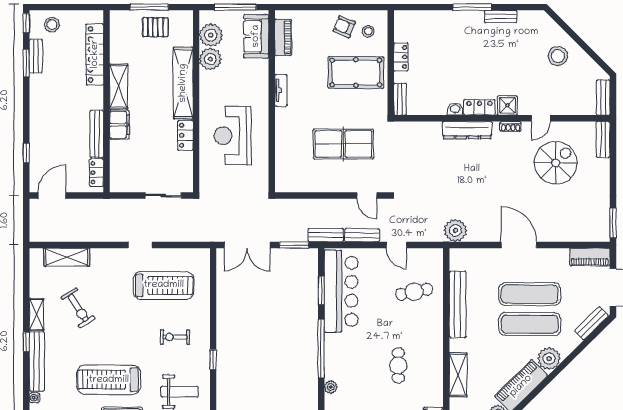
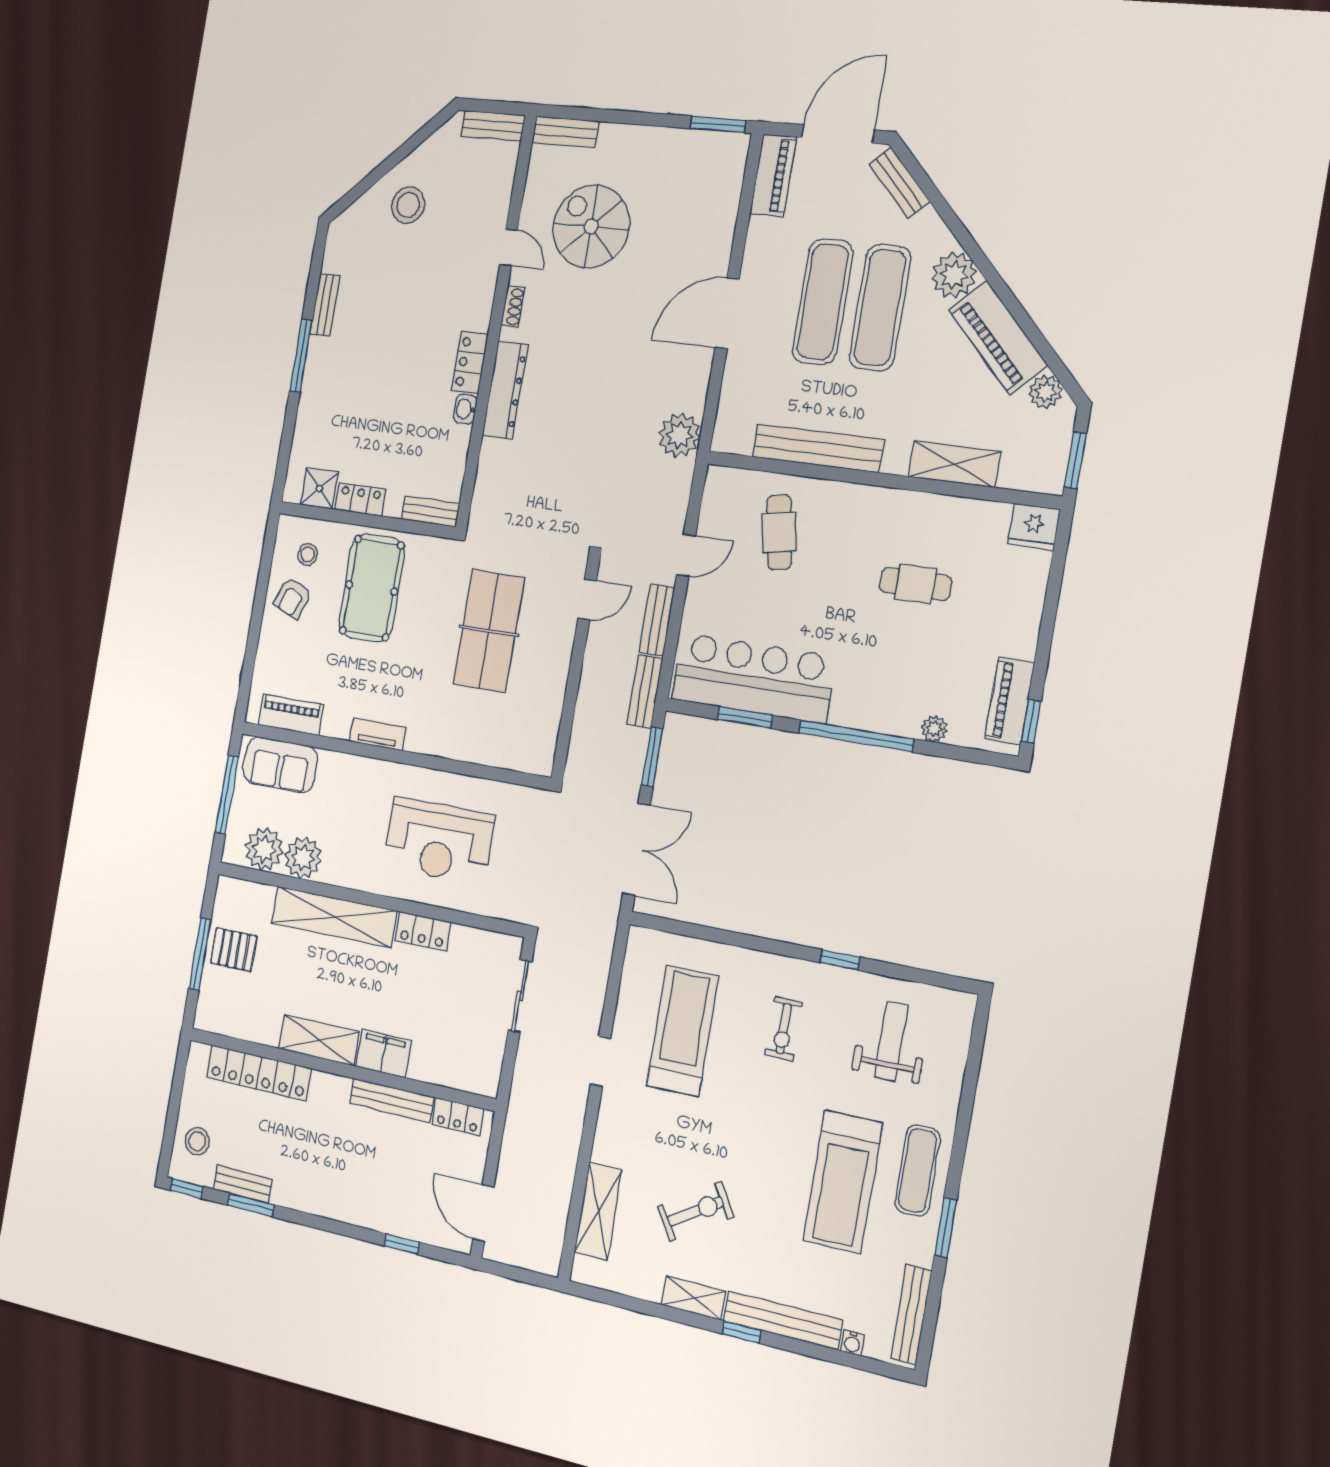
pallet: (155, 27) -> (234, 950), turned 90
shower: (507, 105) -> (319, 489), moved

